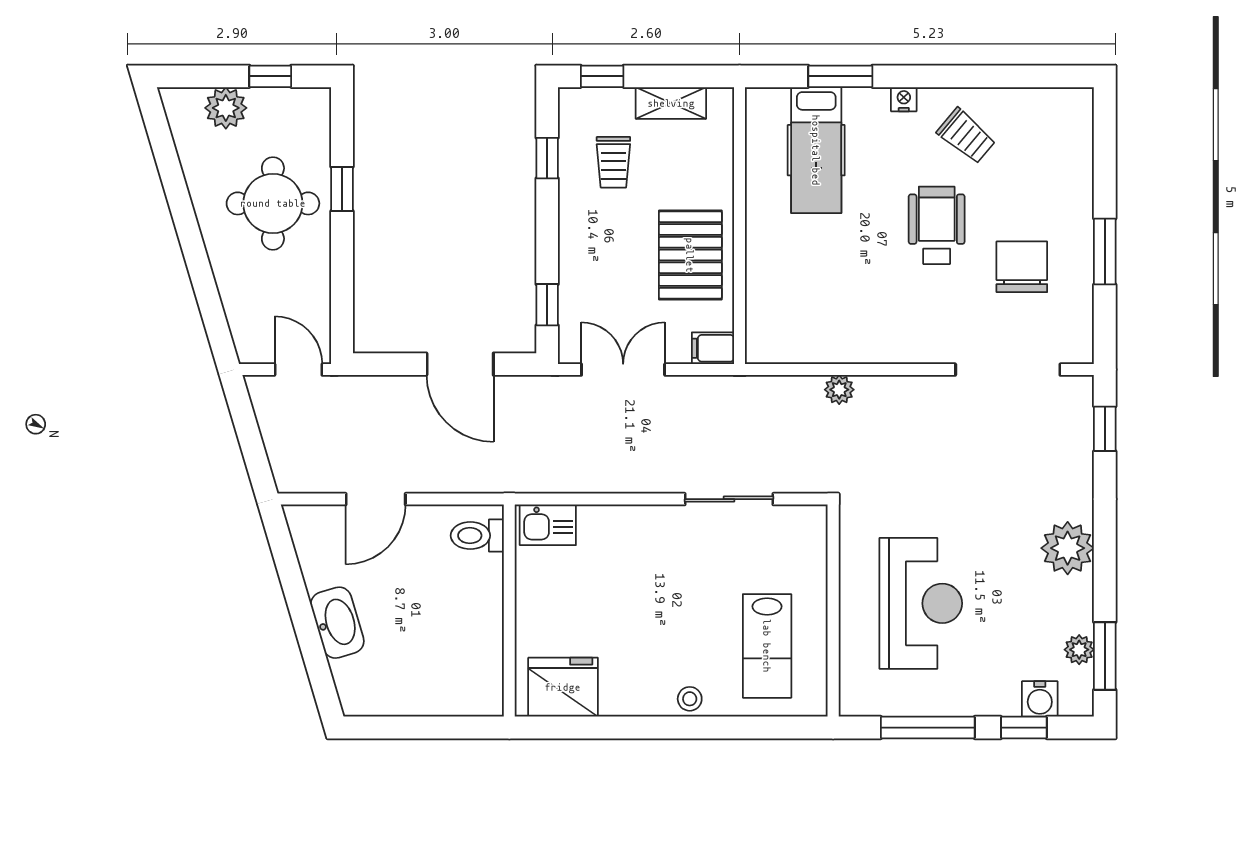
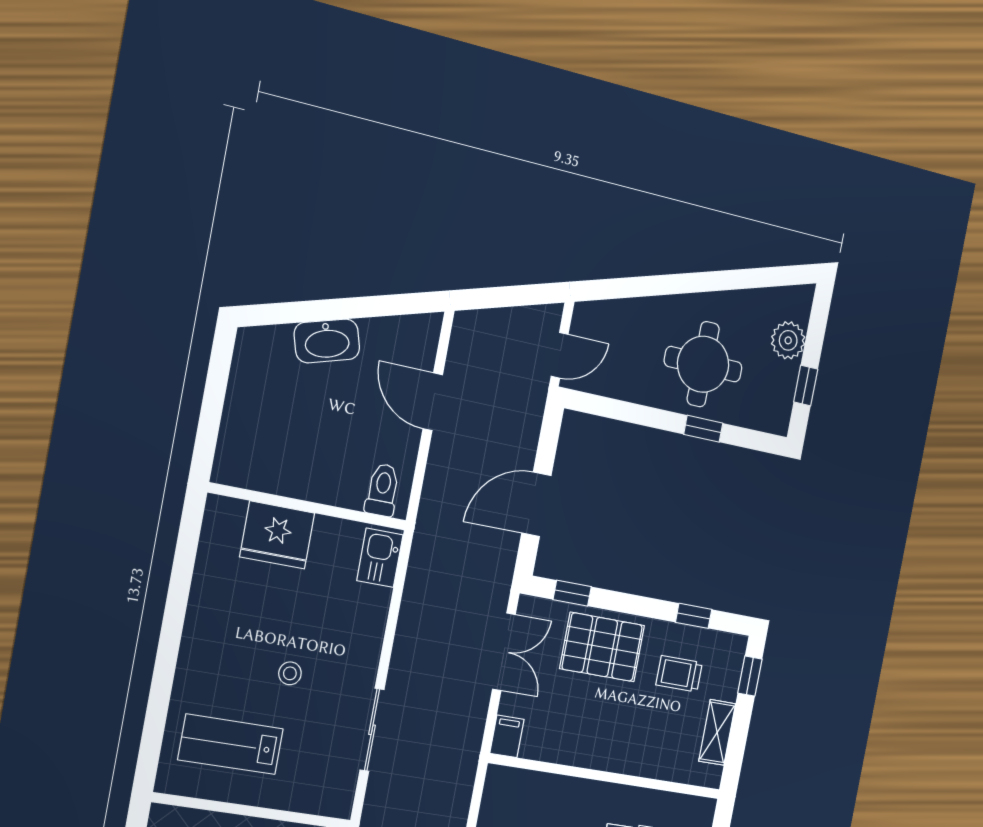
pallet: (690, 255) -> (602, 647), moved
fridge: (563, 687) -> (277, 535), moved, turned 90
stool: (690, 699) -> (290, 673), moved

